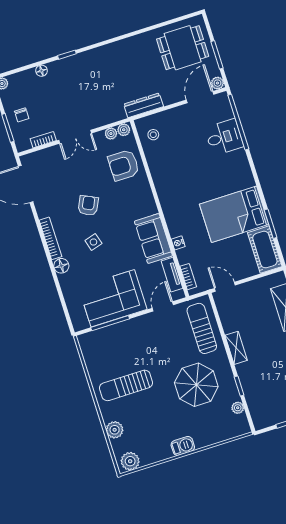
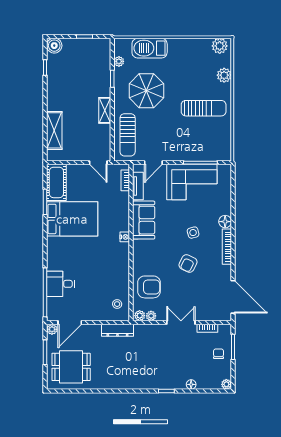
nightstand: (178, 243) -> (125, 237), moved
barbecue: (183, 446) -> (150, 48), moved, width x1.88, depth x1.53

